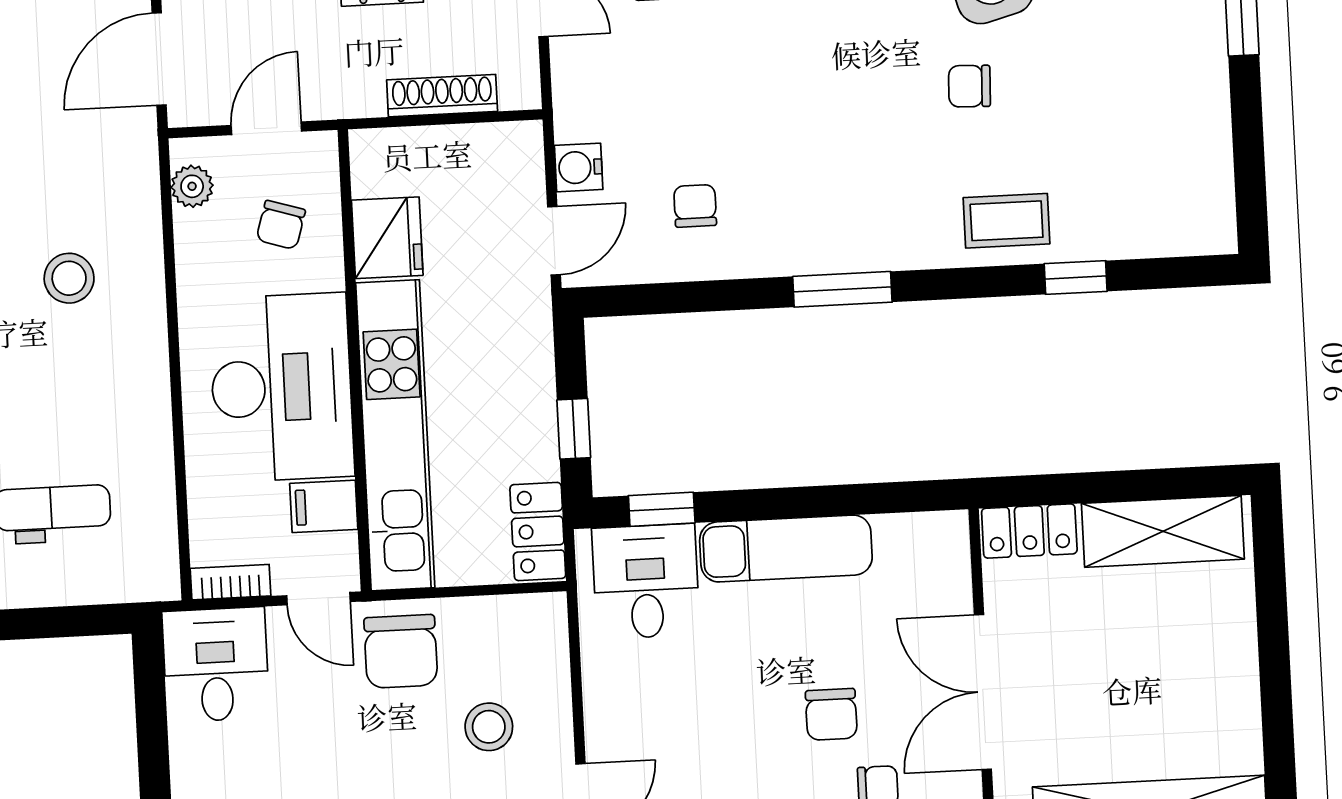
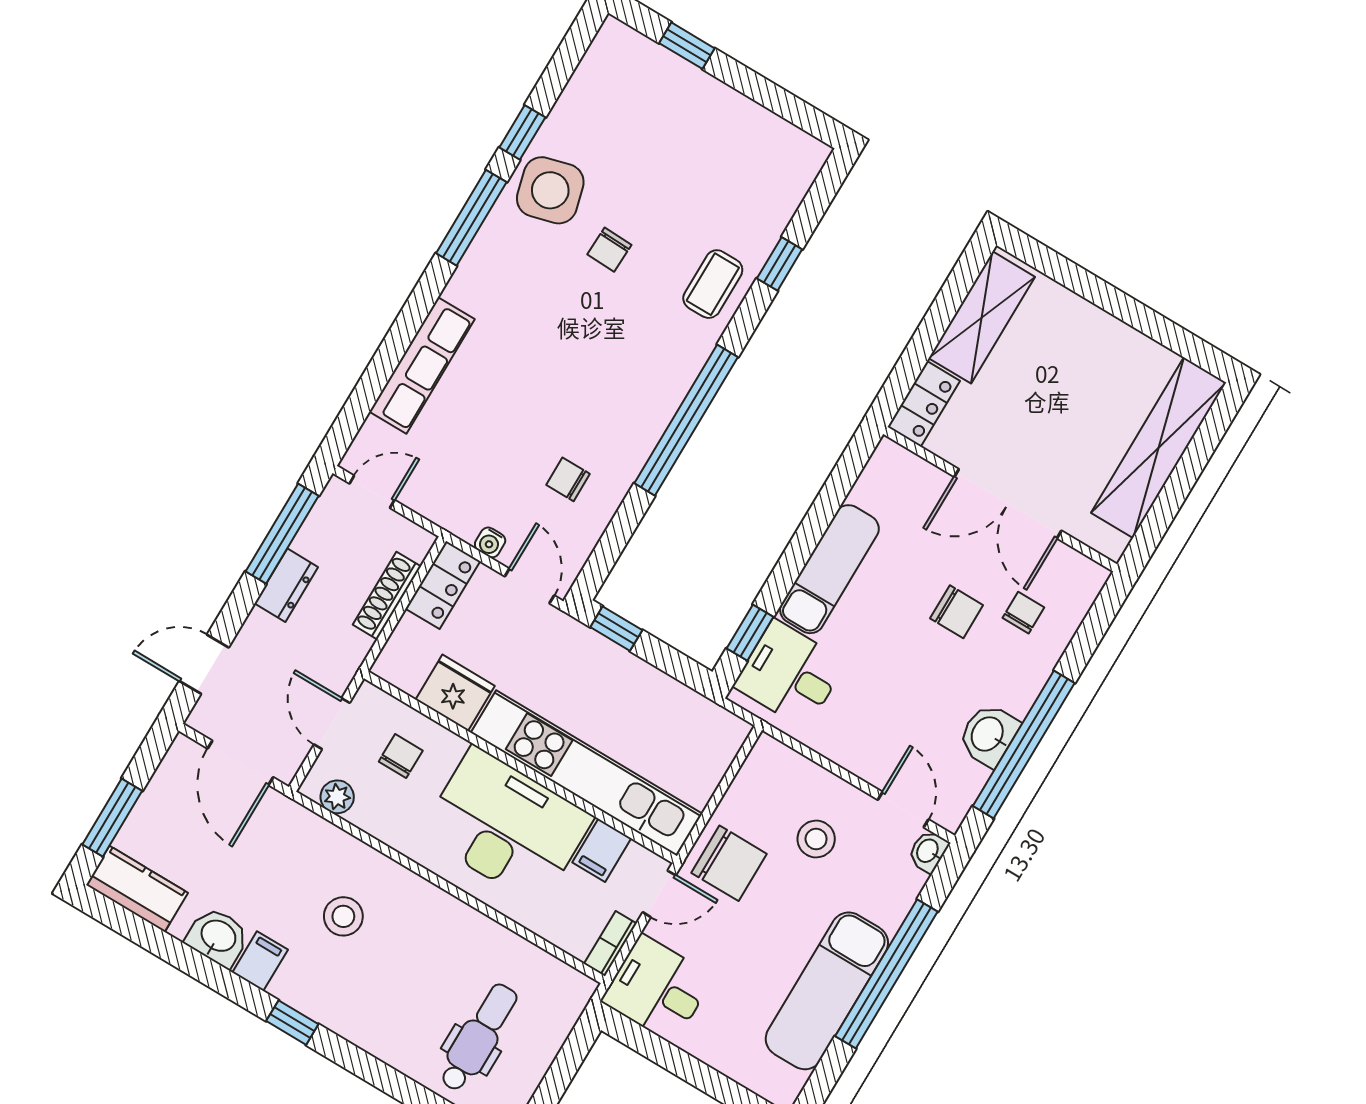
water cooler: (579, 167) -> (490, 542), width x0.72, depth x0.72
chair: (281, 225) -> (401, 756), turned -107
window: (842, 289) -> (686, 420), width x2.11
window: (574, 429) -> (616, 629), moved
locker: (538, 531) -> (443, 585), moved, turned -90

